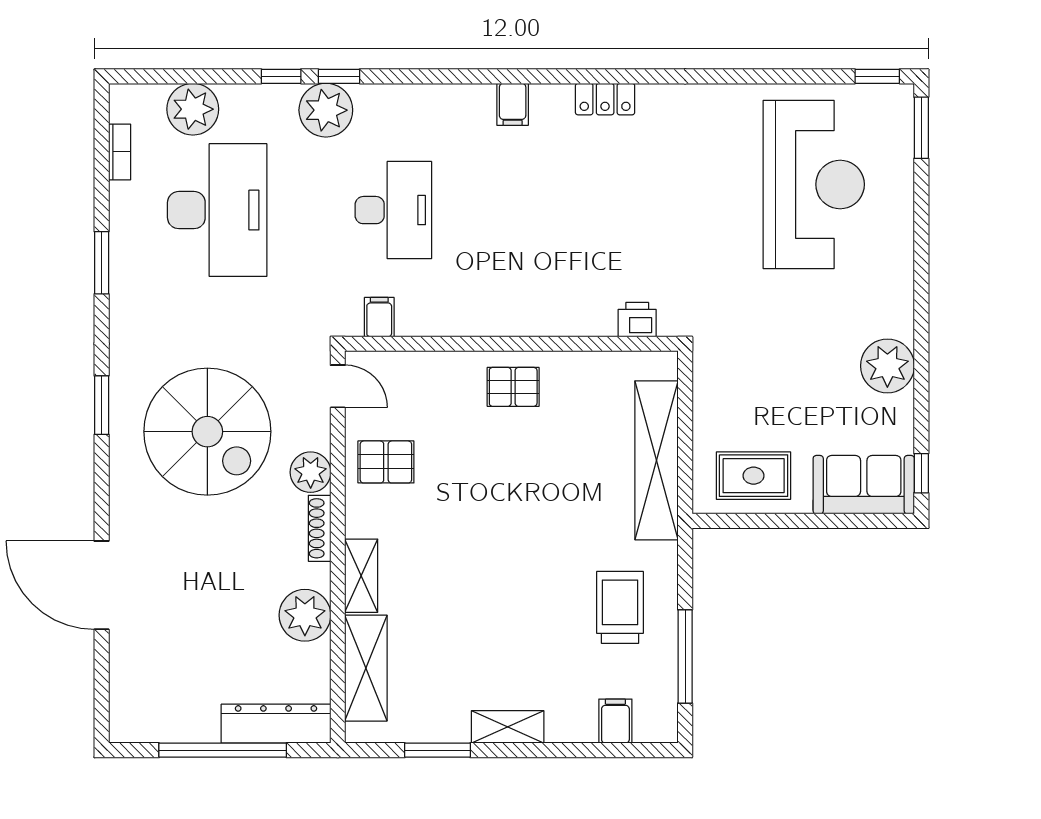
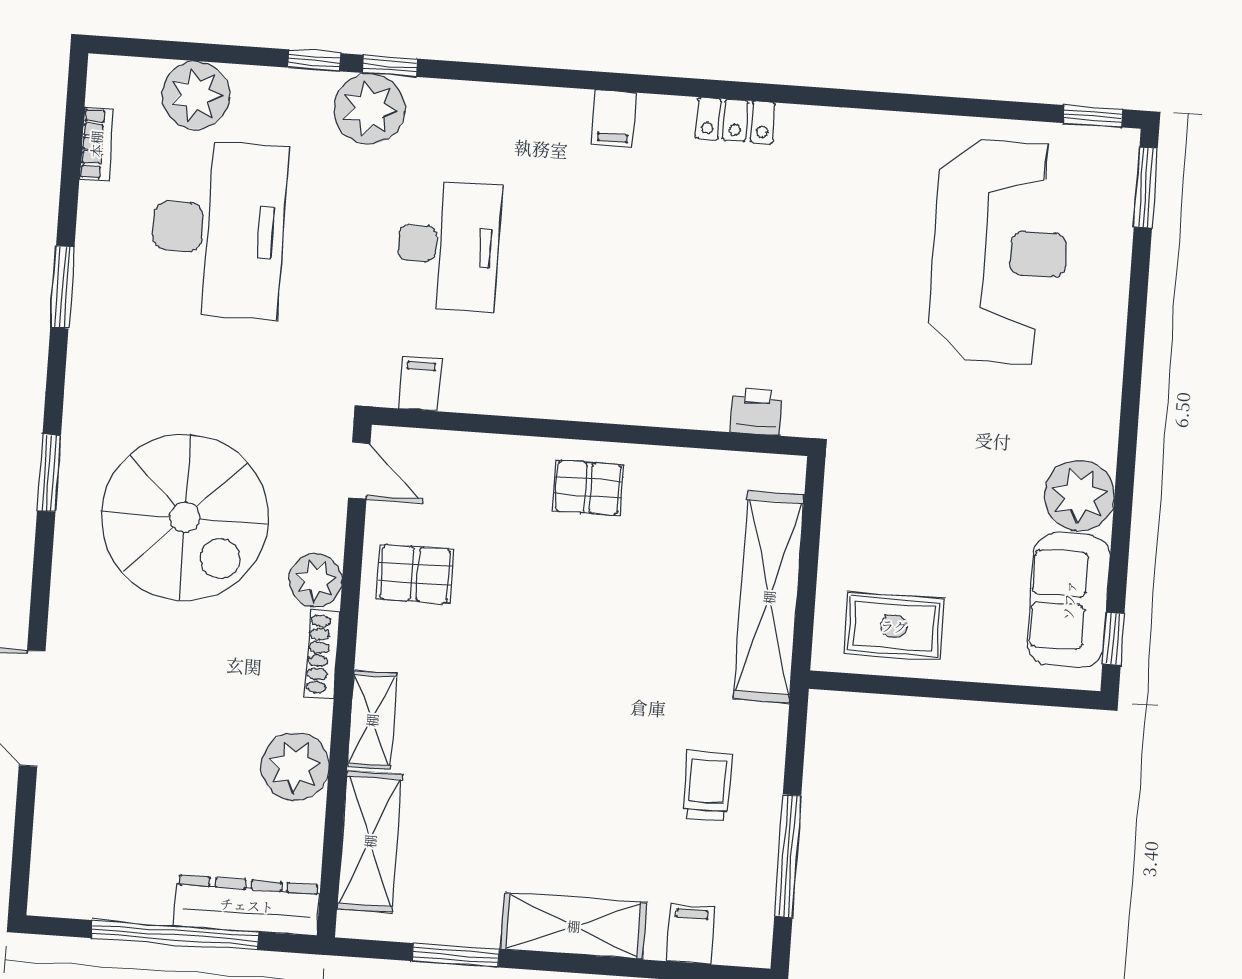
sofa: (864, 485) -> (1069, 600), moved, turned -90
trolley: (620, 607) -> (707, 786), width x0.73, depth x0.72
shelving: (508, 727) -> (574, 926), width x1.50, depth x1.33

